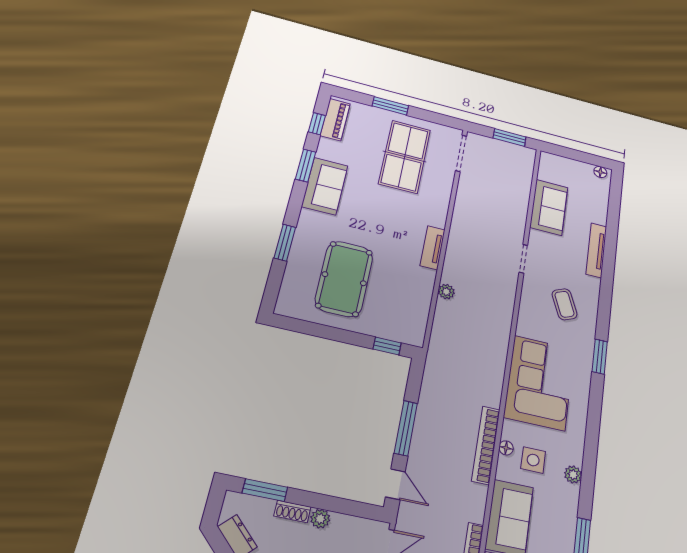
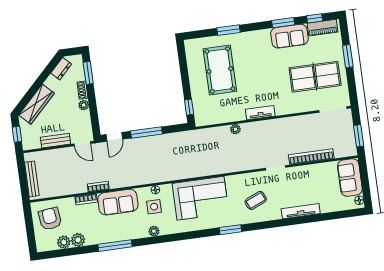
sofa: (325, 186) -> (289, 36), moved
sofa: (549, 207) -> (350, 178), moved, turned 90
pool table: (344, 279) -> (220, 70), turned 90
bookcase: (486, 445) -> (311, 157), moved

